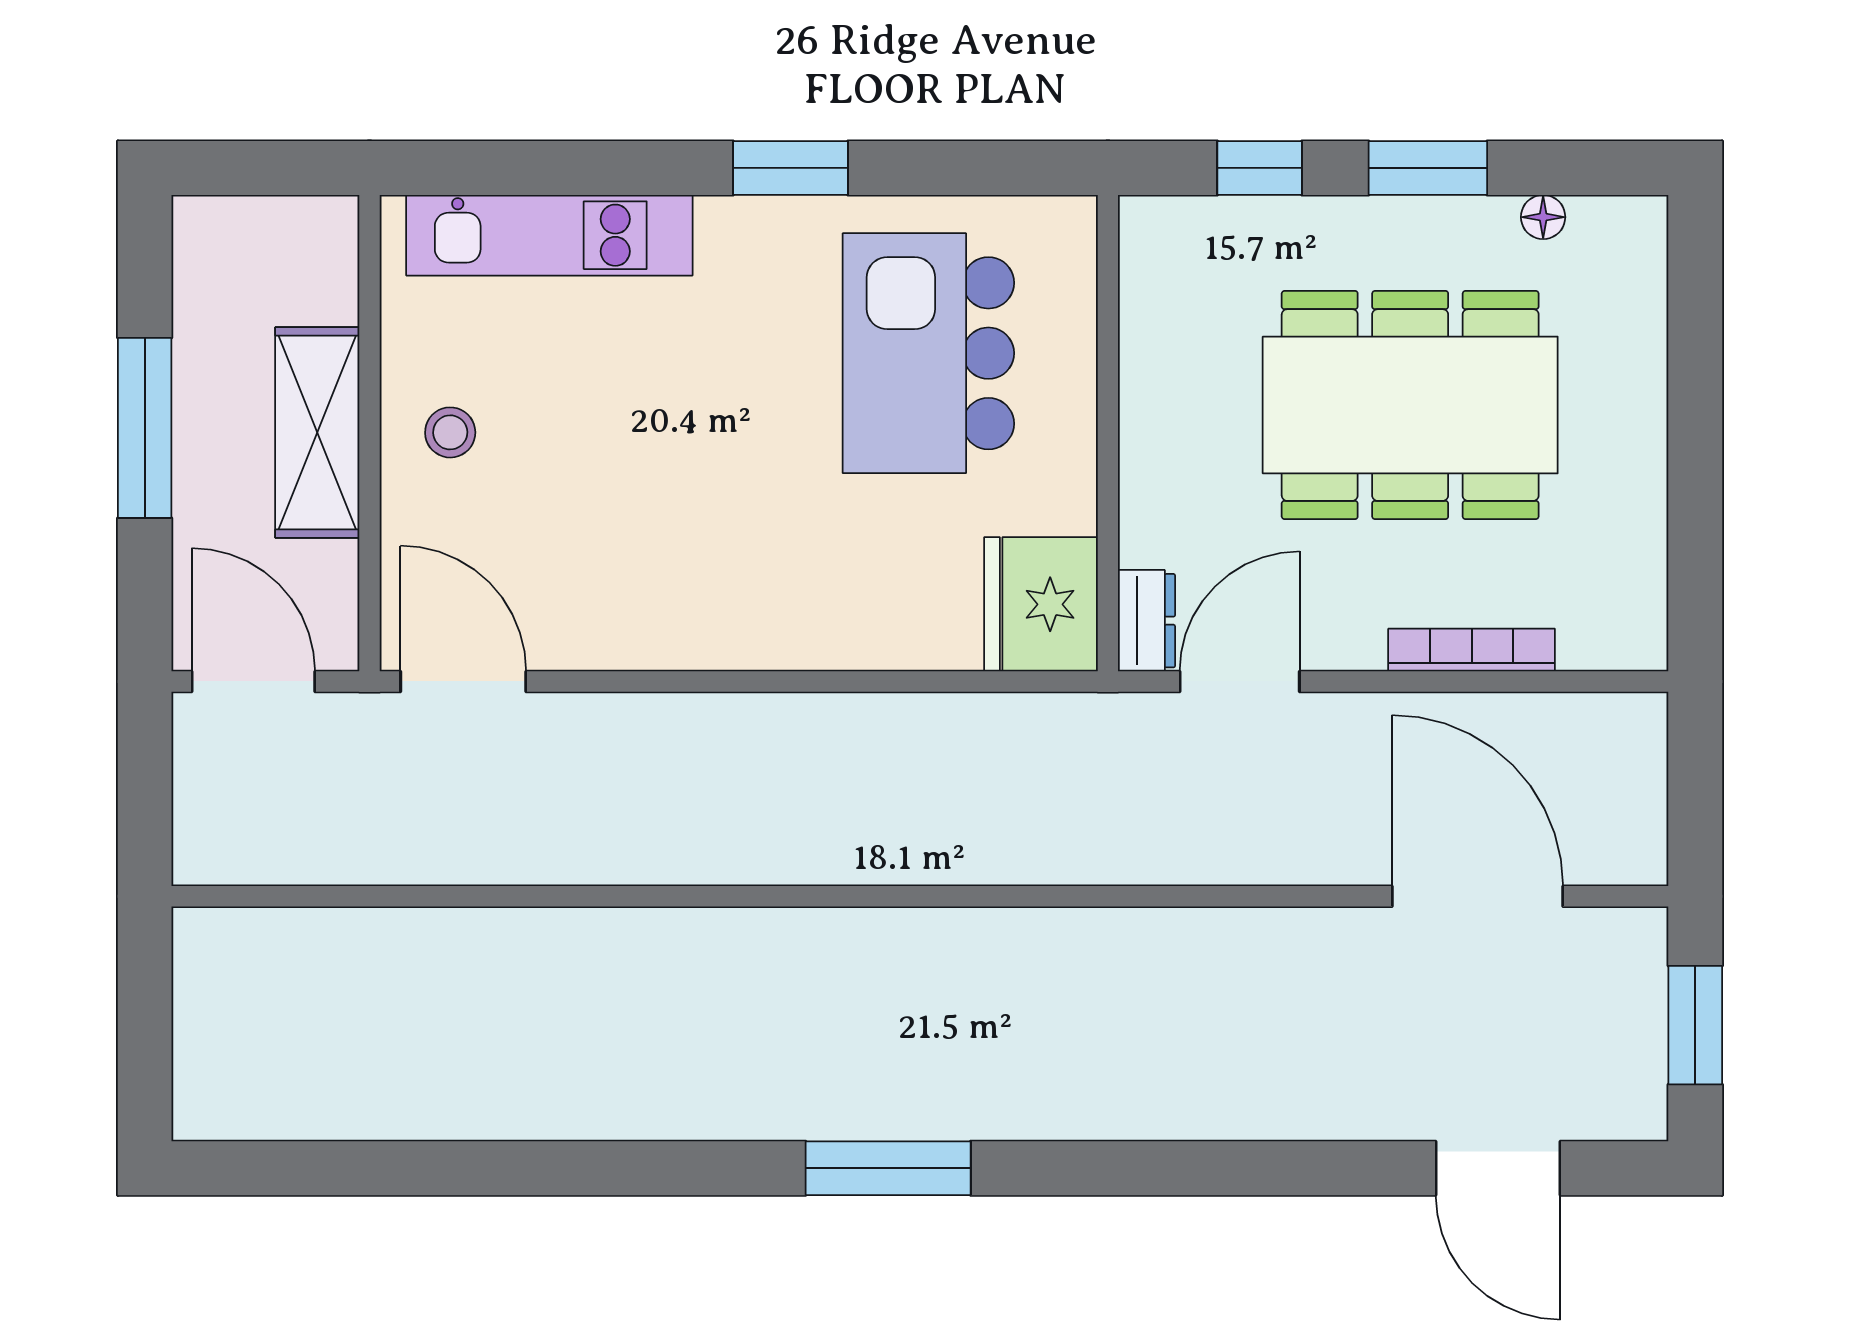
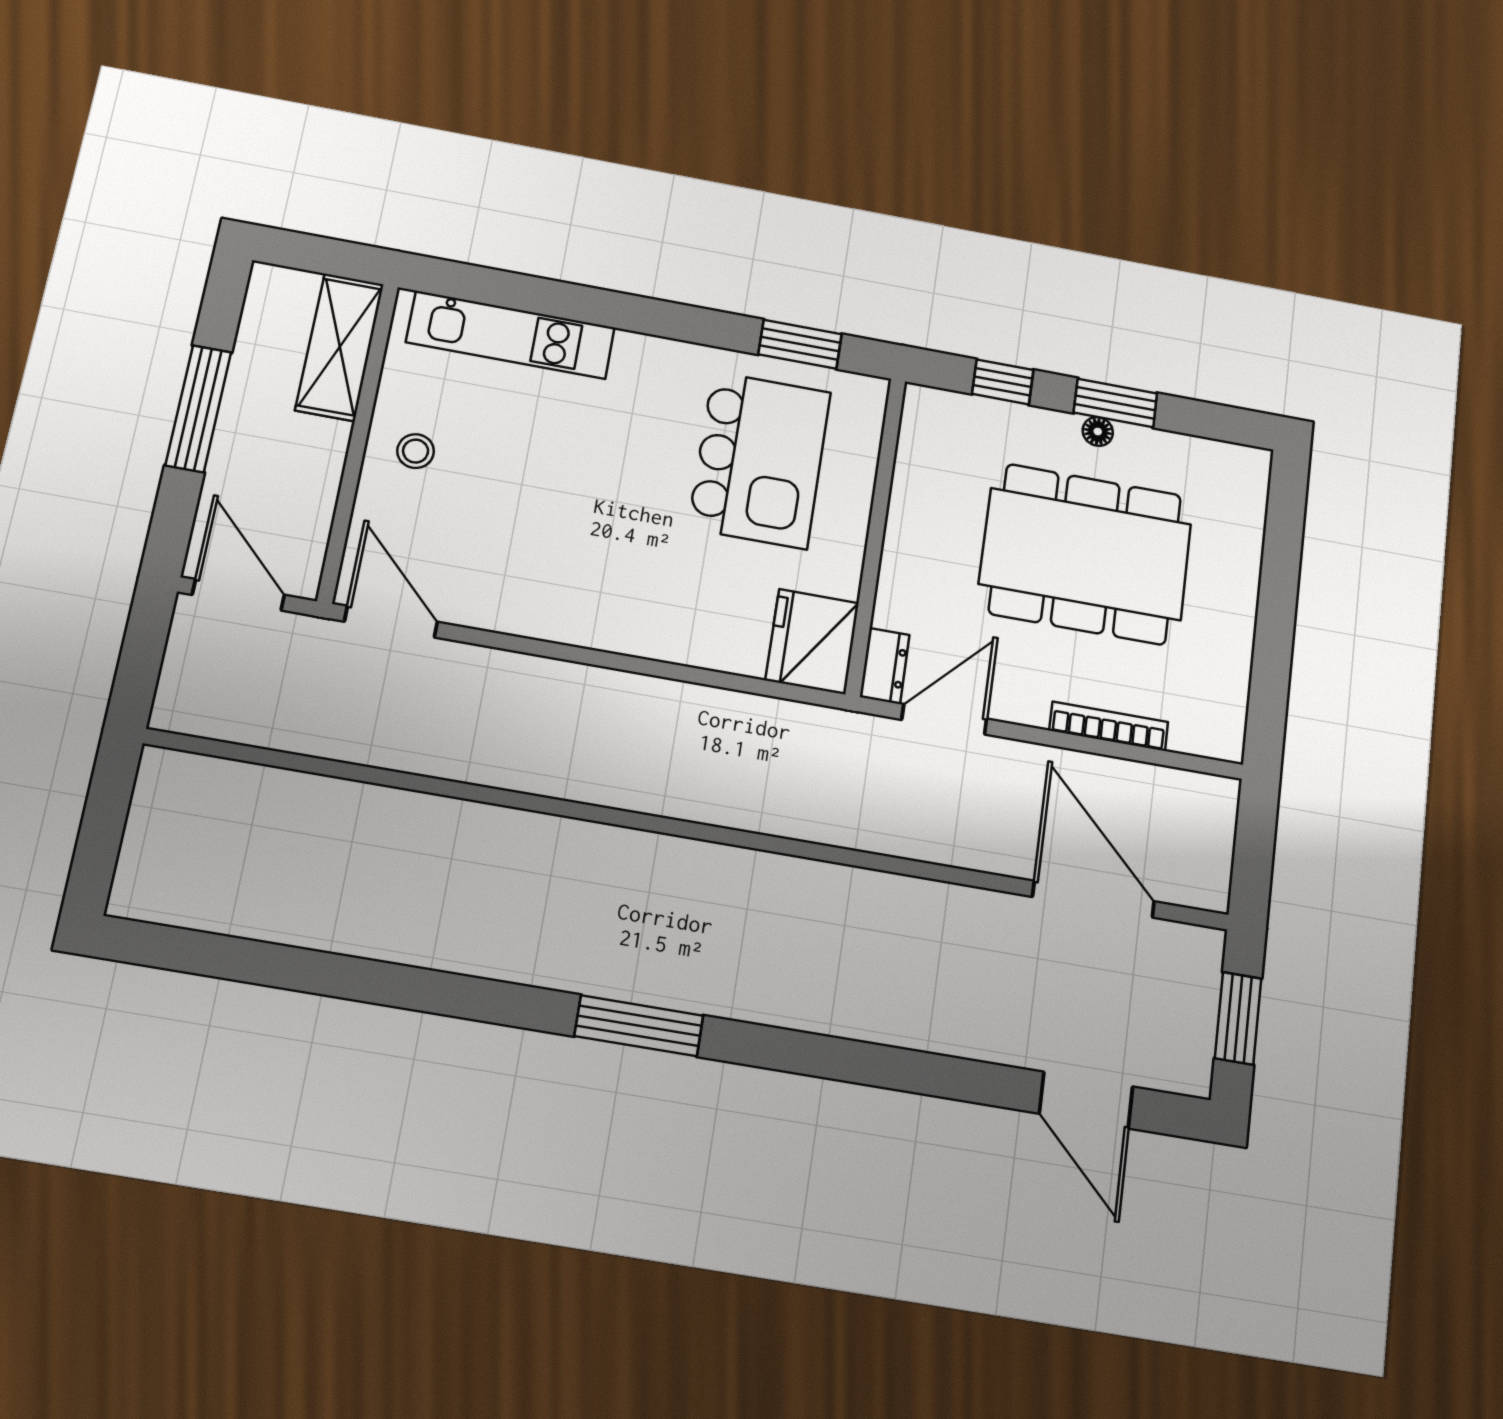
window: (790, 168) -> (800, 344), moved
floor lamp: (1543, 217) -> (1098, 432), moved
kitchen island: (928, 353) -> (760, 460), turned 180
shelving: (317, 432) -> (340, 347), moved

